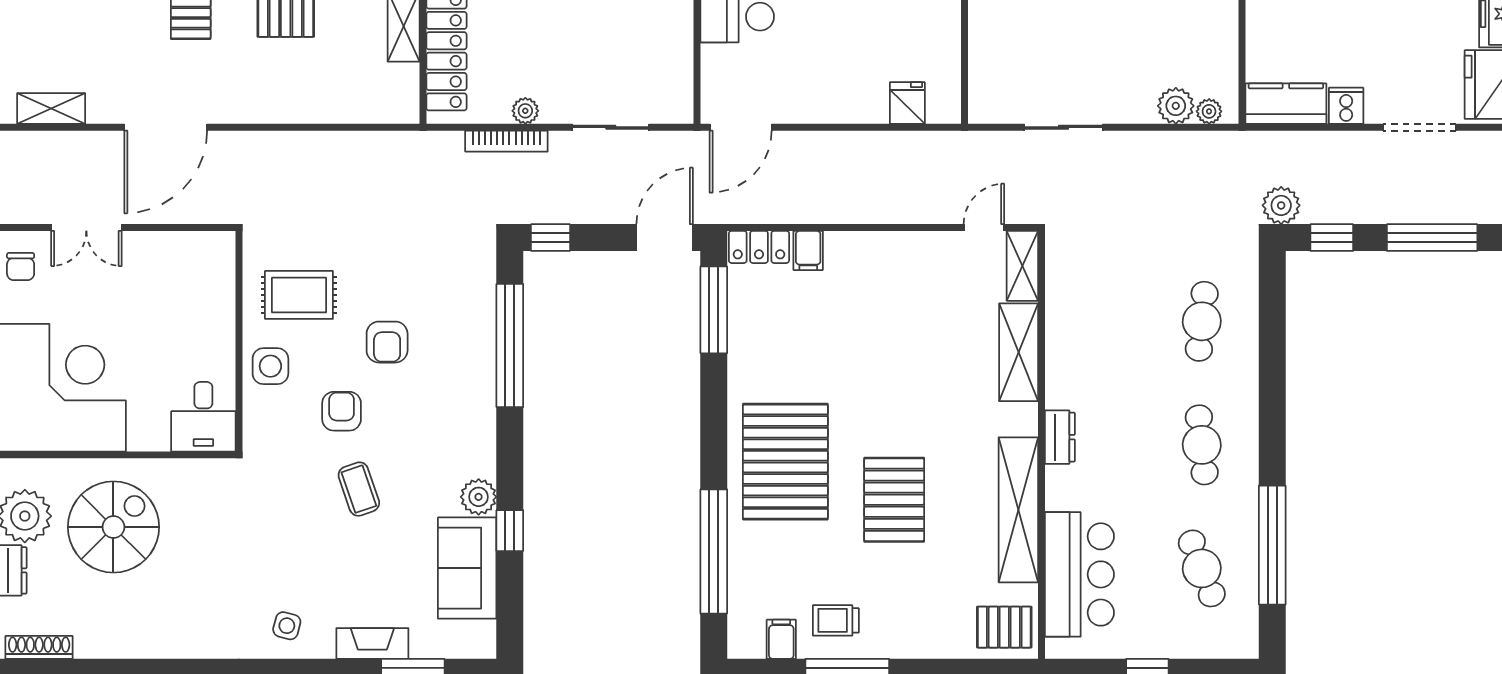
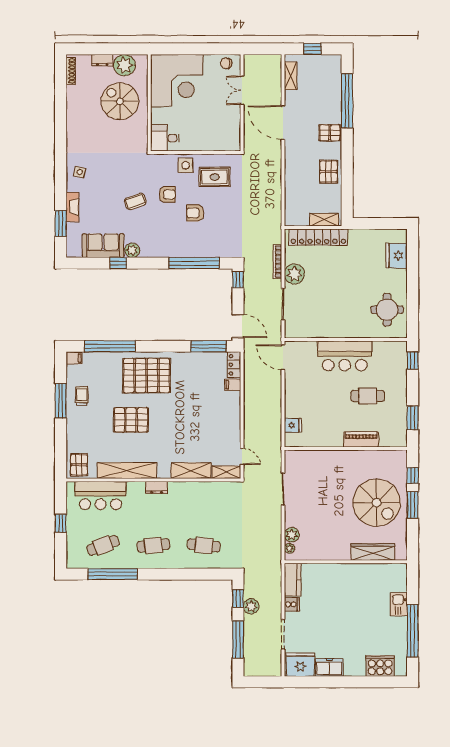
plant: (525, 111) -> (294, 274), width x1.88, depth x1.88
plant: (1281, 205) -> (251, 606), moved
rug: (299, 295) -> (215, 177), turned 90
spiral stairs: (113, 527) -> (120, 101), turned 180
filing cabinet: (781, 639) -> (74, 358), moved

